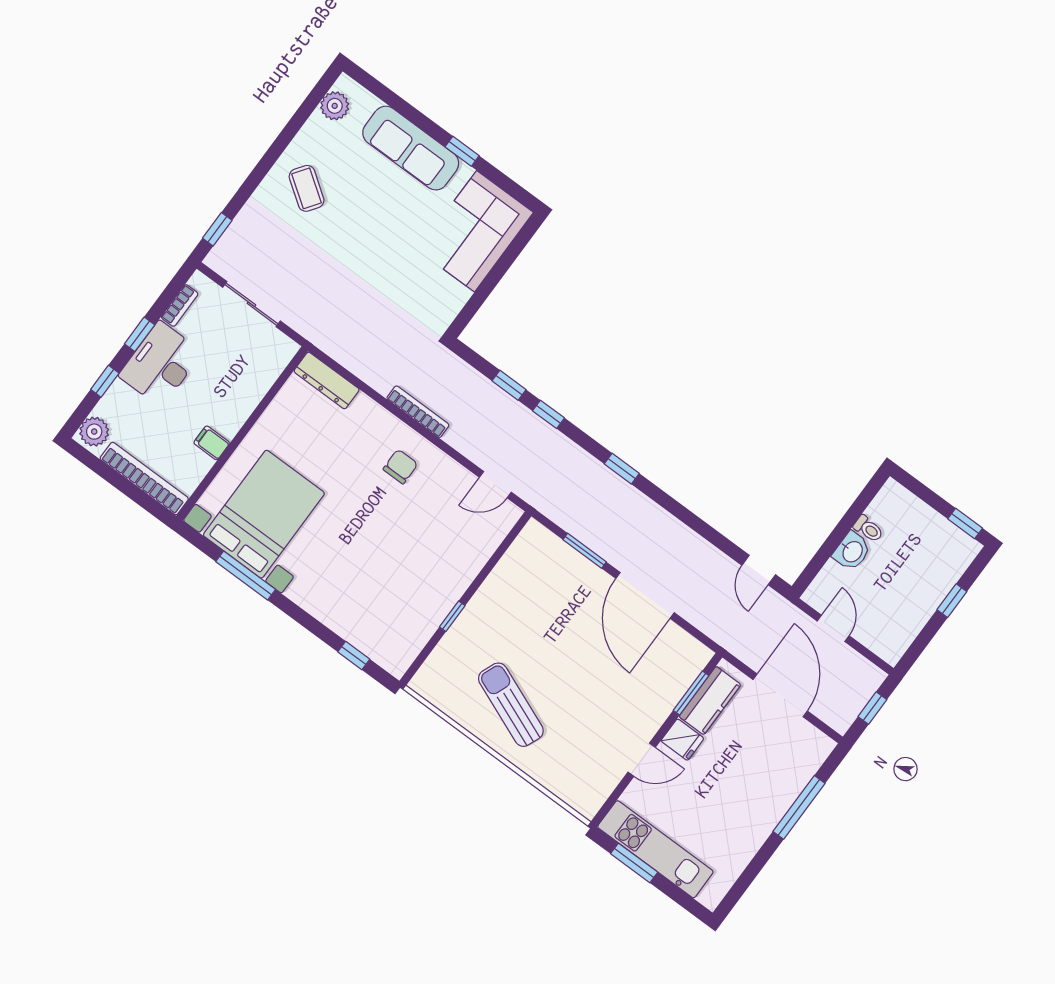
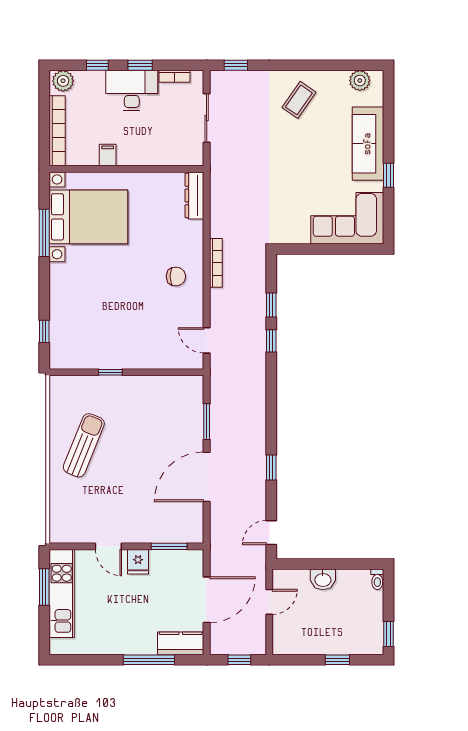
window: (622, 469) -> (271, 467), moved
toilet: (868, 529) -> (377, 579), moved
kitchen counter: (710, 701) -> (181, 643), moved, turned 180

